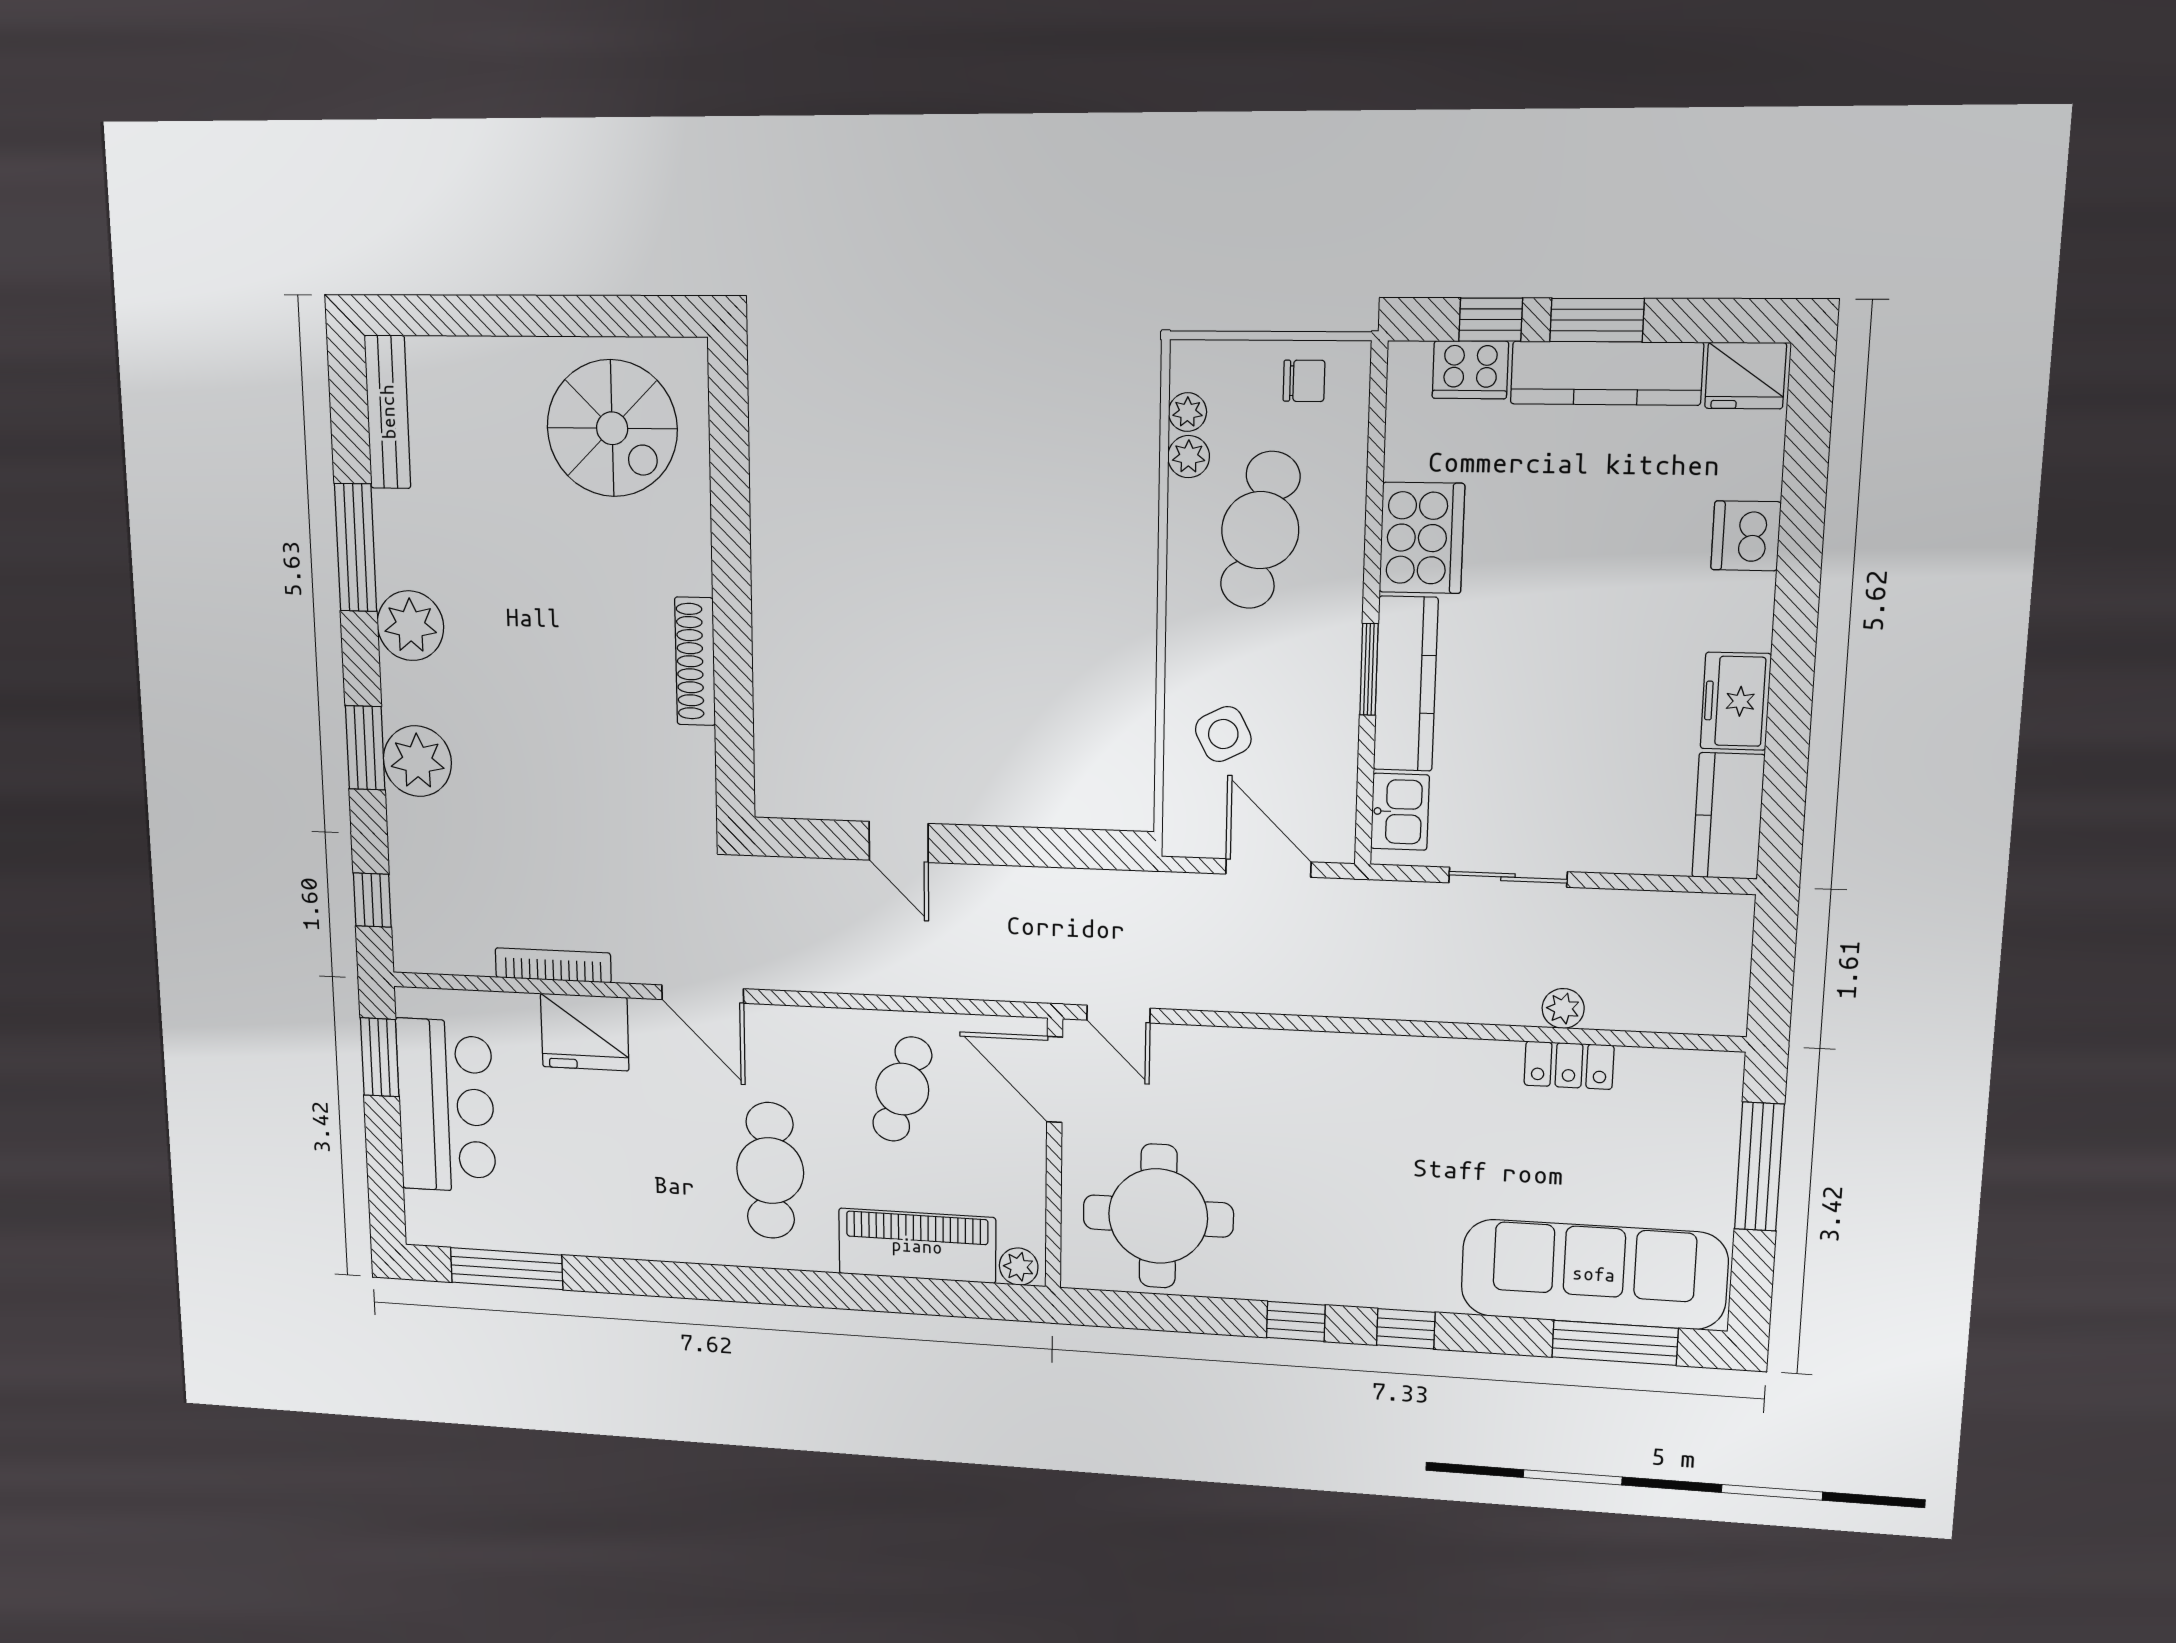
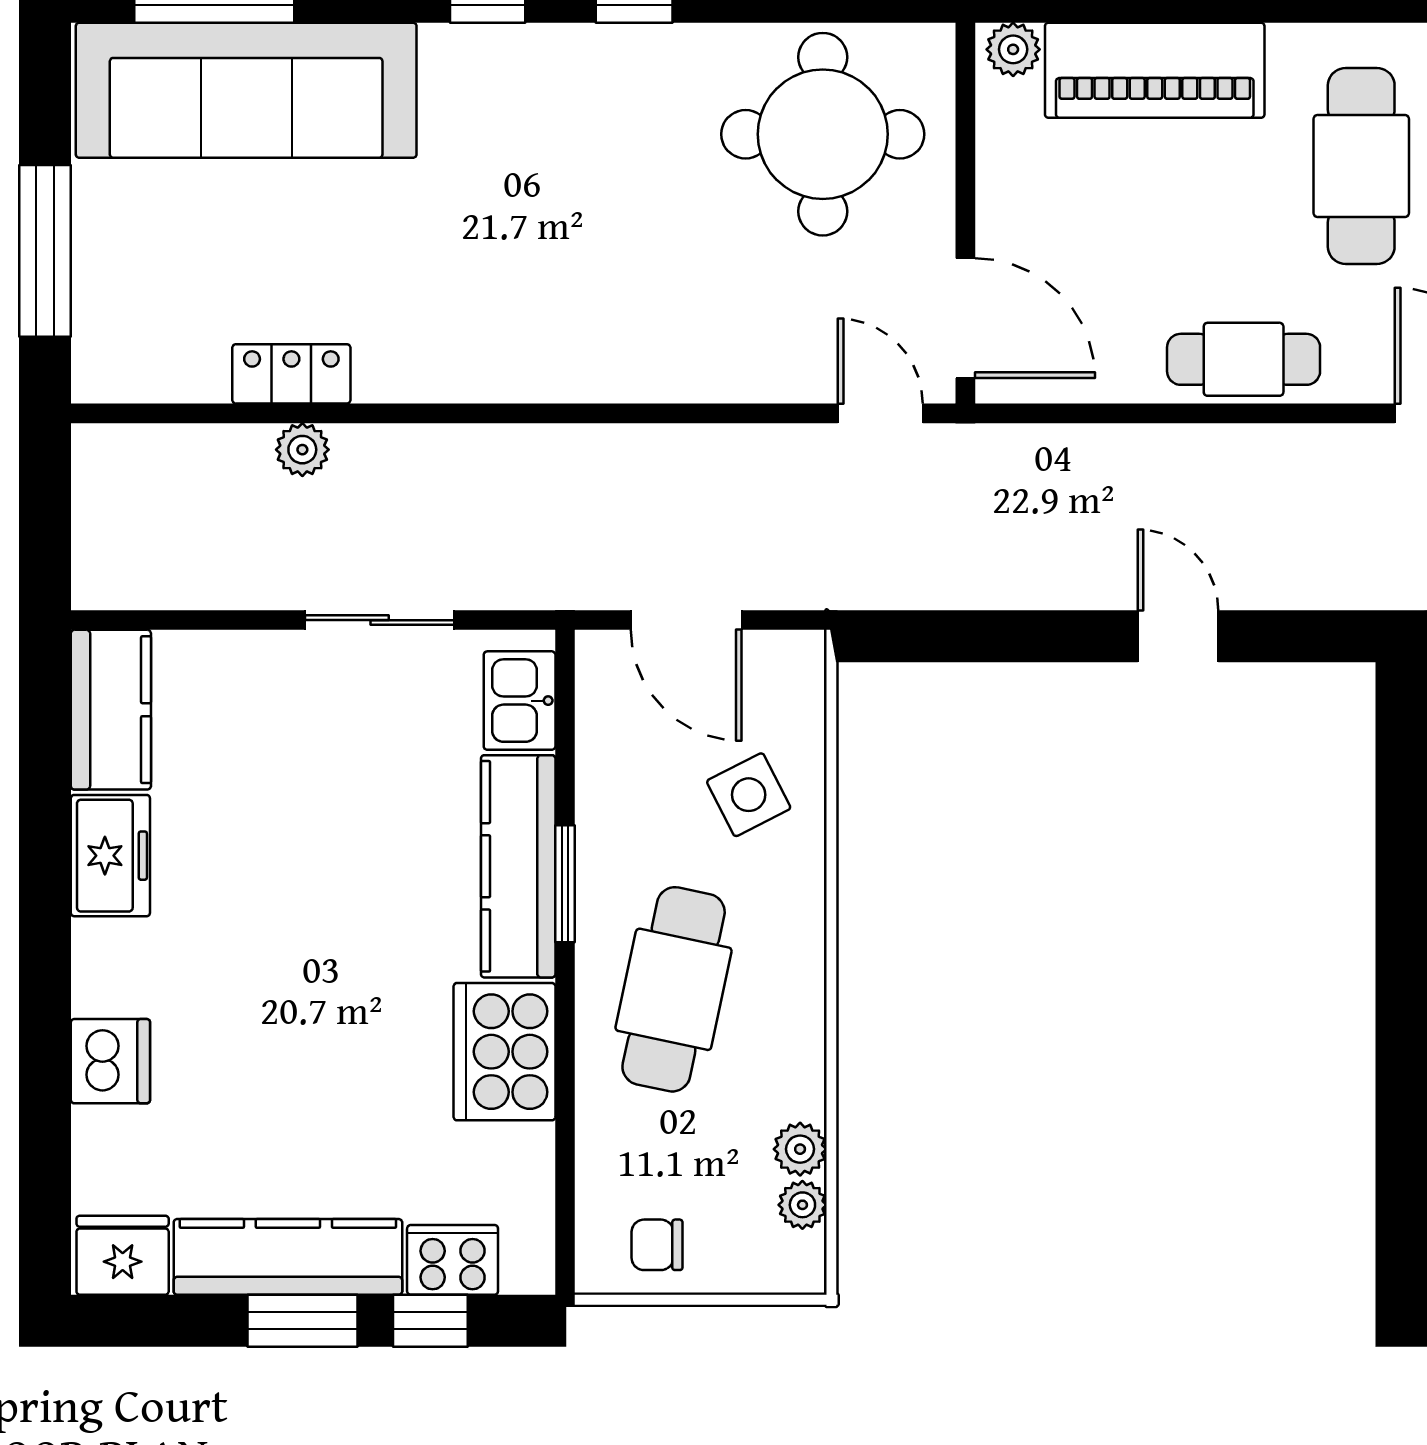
cafe table: (1260, 530) -> (674, 989), moved
cafe table: (902, 1089) -> (1244, 359), moved, turned 73

